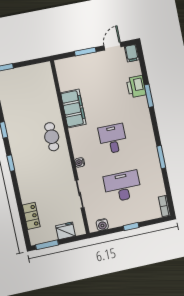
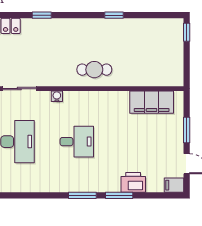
filing cabinet: (73, 109) -> (152, 102), moved
window: (161, 157) -> (82, 195), moved
window: (11, 163) -> (42, 15), moved

